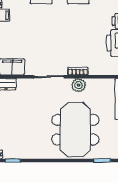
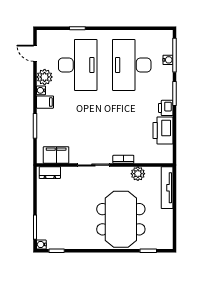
plant: (78, 85) -> (138, 174), moved

